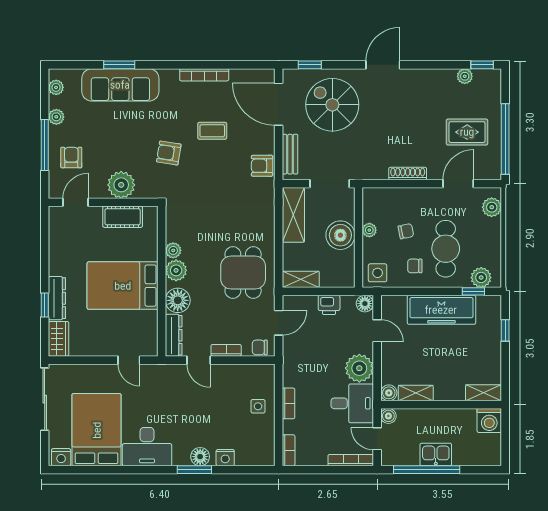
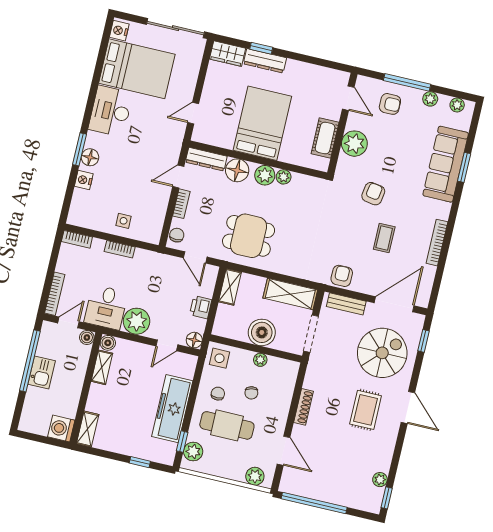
rug: (467, 132) -> (366, 410), moved

